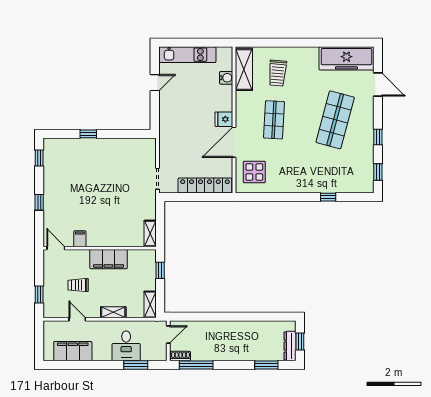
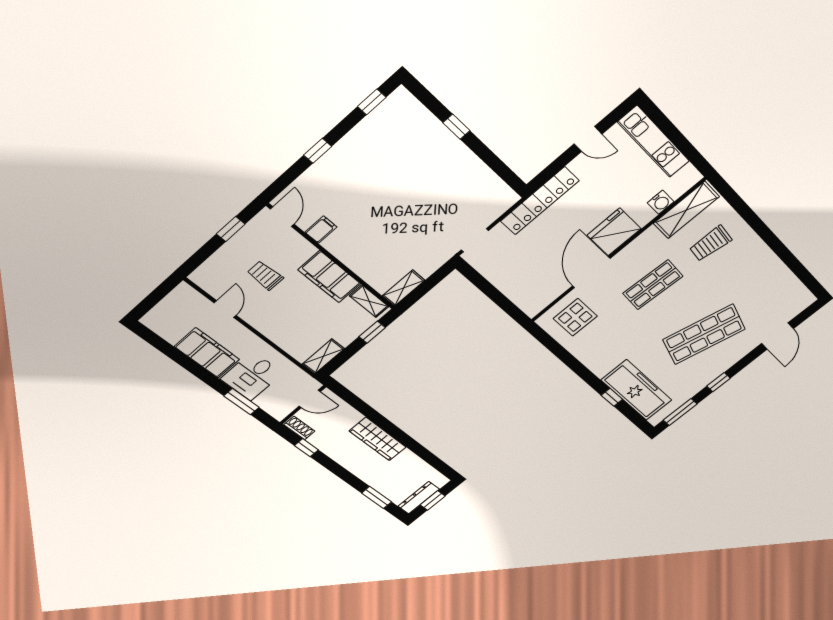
freezer: (346, 58) -> (637, 390), moved, turned 180
fridge: (224, 119) -> (614, 232), width x1.88, depth x1.34
door: (234, 142) -> (591, 272), hinge flipped
window: (378, 172) -> (680, 412), width x1.50
locker: (205, 185) -> (540, 201), moved, turned 90
window: (39, 294) -> (231, 229), moved
shelving: (113, 312) -> (369, 301), moved
wardrobe: (228, 329) -> (378, 439), added
filing cabinet: (73, 351) -> (207, 353), moved
window: (196, 365) -> (306, 448), width x0.46

